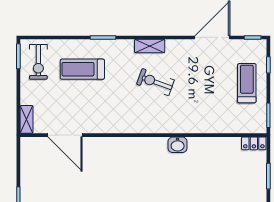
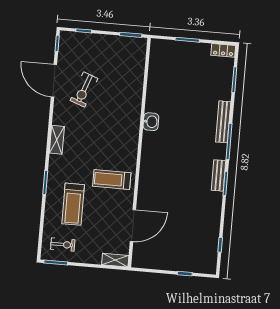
exercise bike: (38, 62) -> (63, 244), width x0.73, depth x0.72
exercise bike: (155, 82) -> (84, 90), moved
treadmill: (247, 83) -> (112, 180), moved
locker: (254, 143) -> (156, 51), removed

